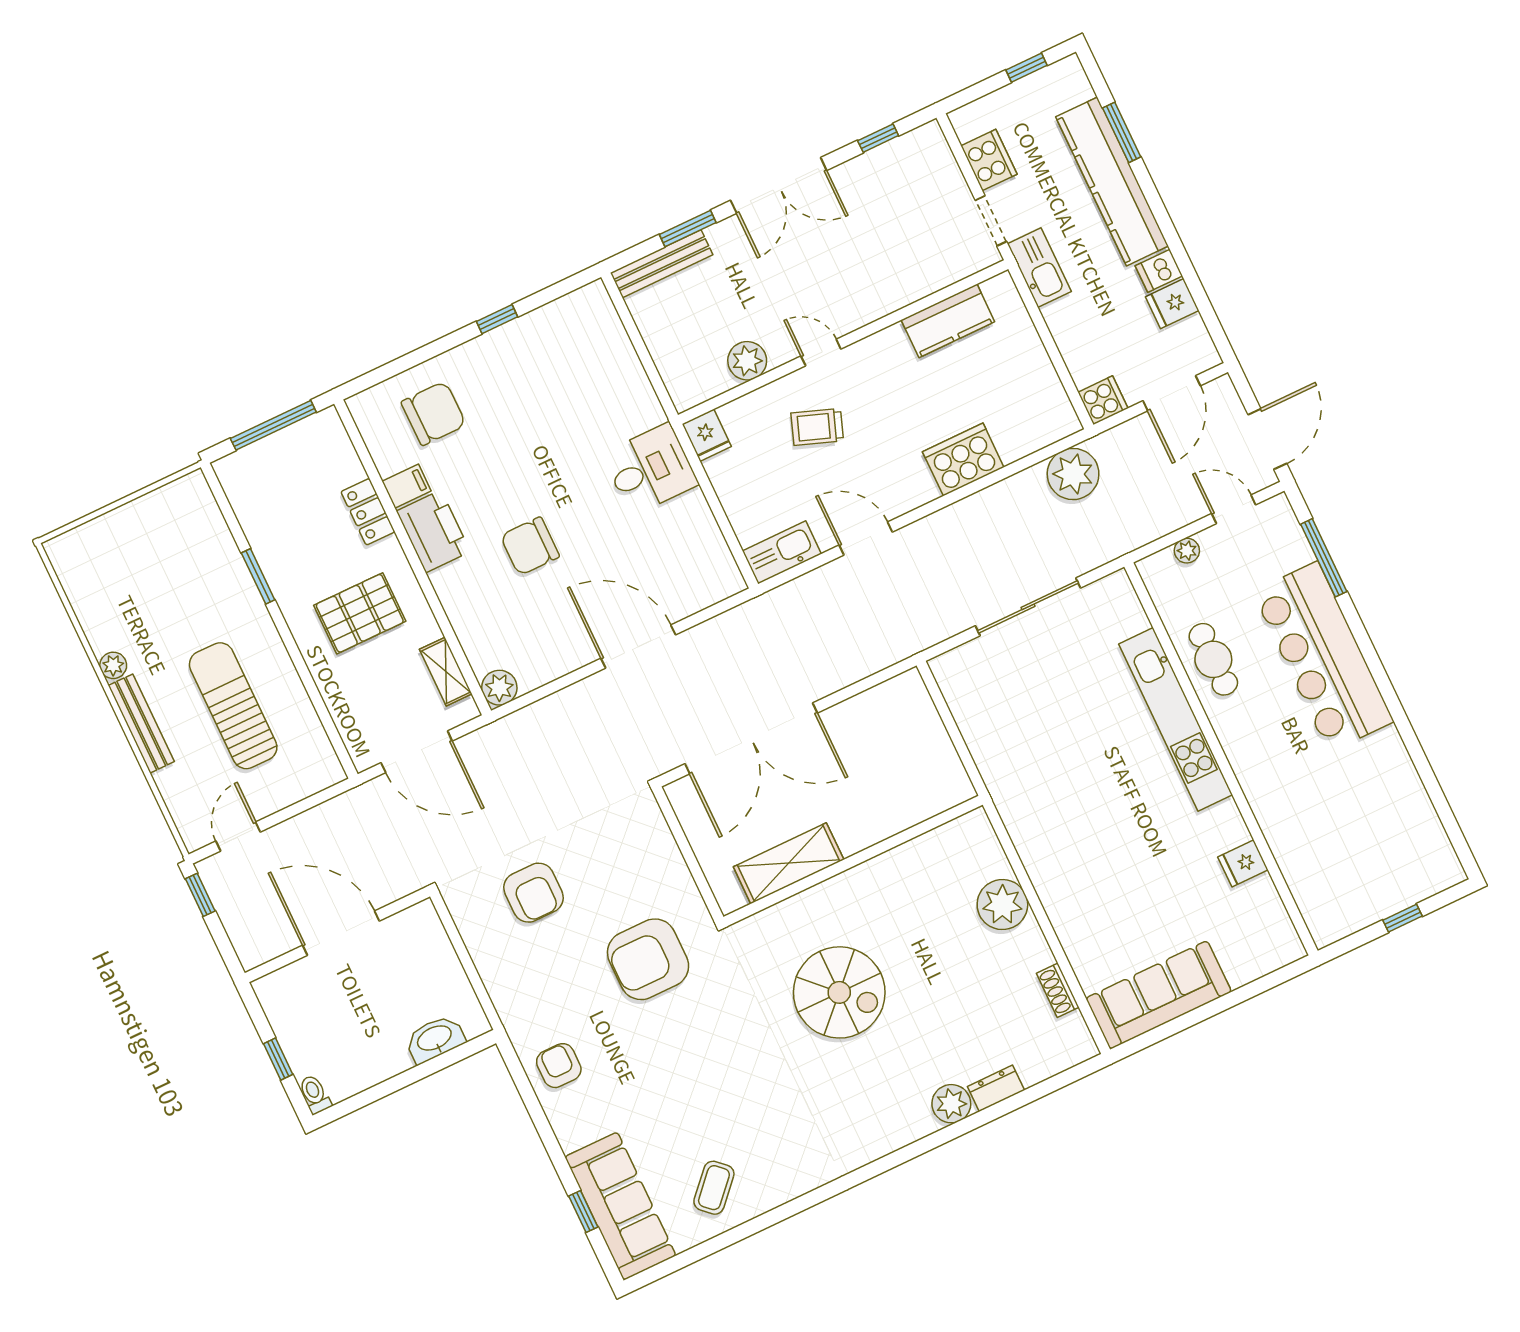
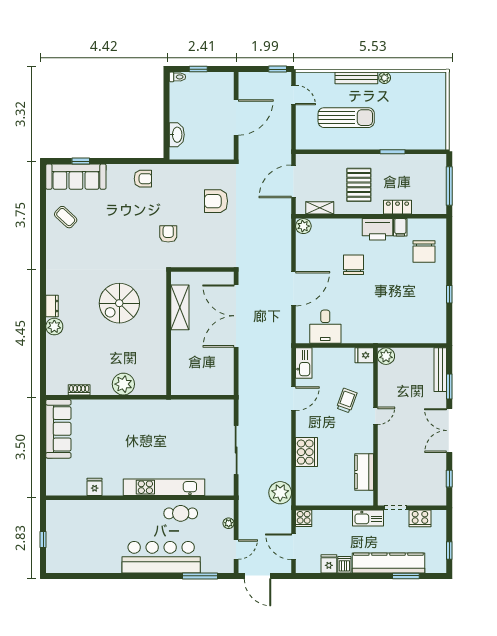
plant: (747, 361) -> (386, 356), moved
desk: (650, 469) -> (325, 327), moved
armchair: (648, 959) -> (168, 234), width x0.53, depth x0.53
dresser: (996, 1088) -> (52, 306), moved

